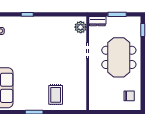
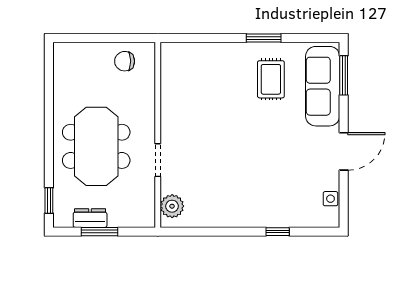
dresser: (97, 21) -> (90, 218), moved
rug: (56, 95) -> (271, 79), moved
chair: (129, 96) -> (125, 61), moved

